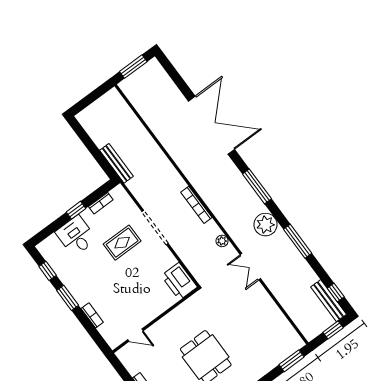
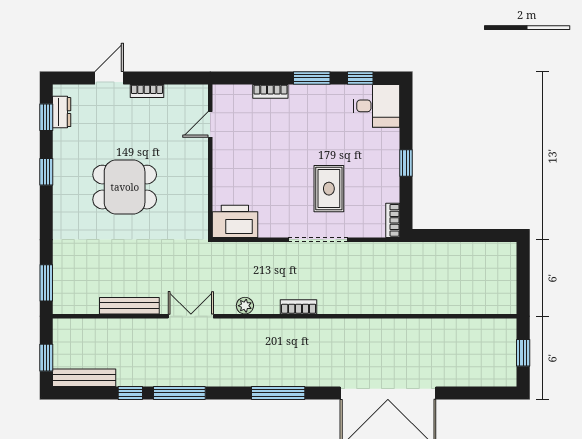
window: (133, 67) -> (523, 353), width x0.67
bench: (116, 163) -> (129, 306), moved
bookcase: (101, 203) -> (393, 220), moved
bookcase: (196, 205) -> (299, 307), width x0.64
plant: (265, 225) -> (227, 370), removed
desk: (76, 236) -> (376, 106), moved
window: (336, 293) -> (130, 393), moved

